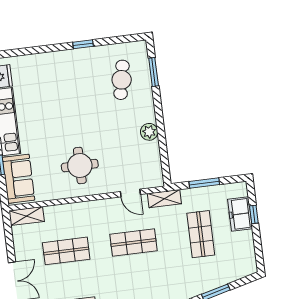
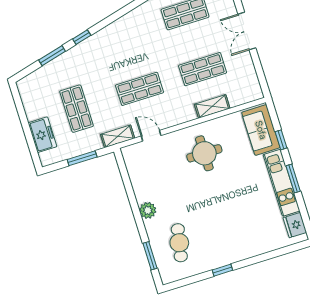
plant: (149, 132) -> (148, 210), moved
window: (254, 214) -> (29, 137), removed
shelving: (27, 216) -> (212, 106), moved

